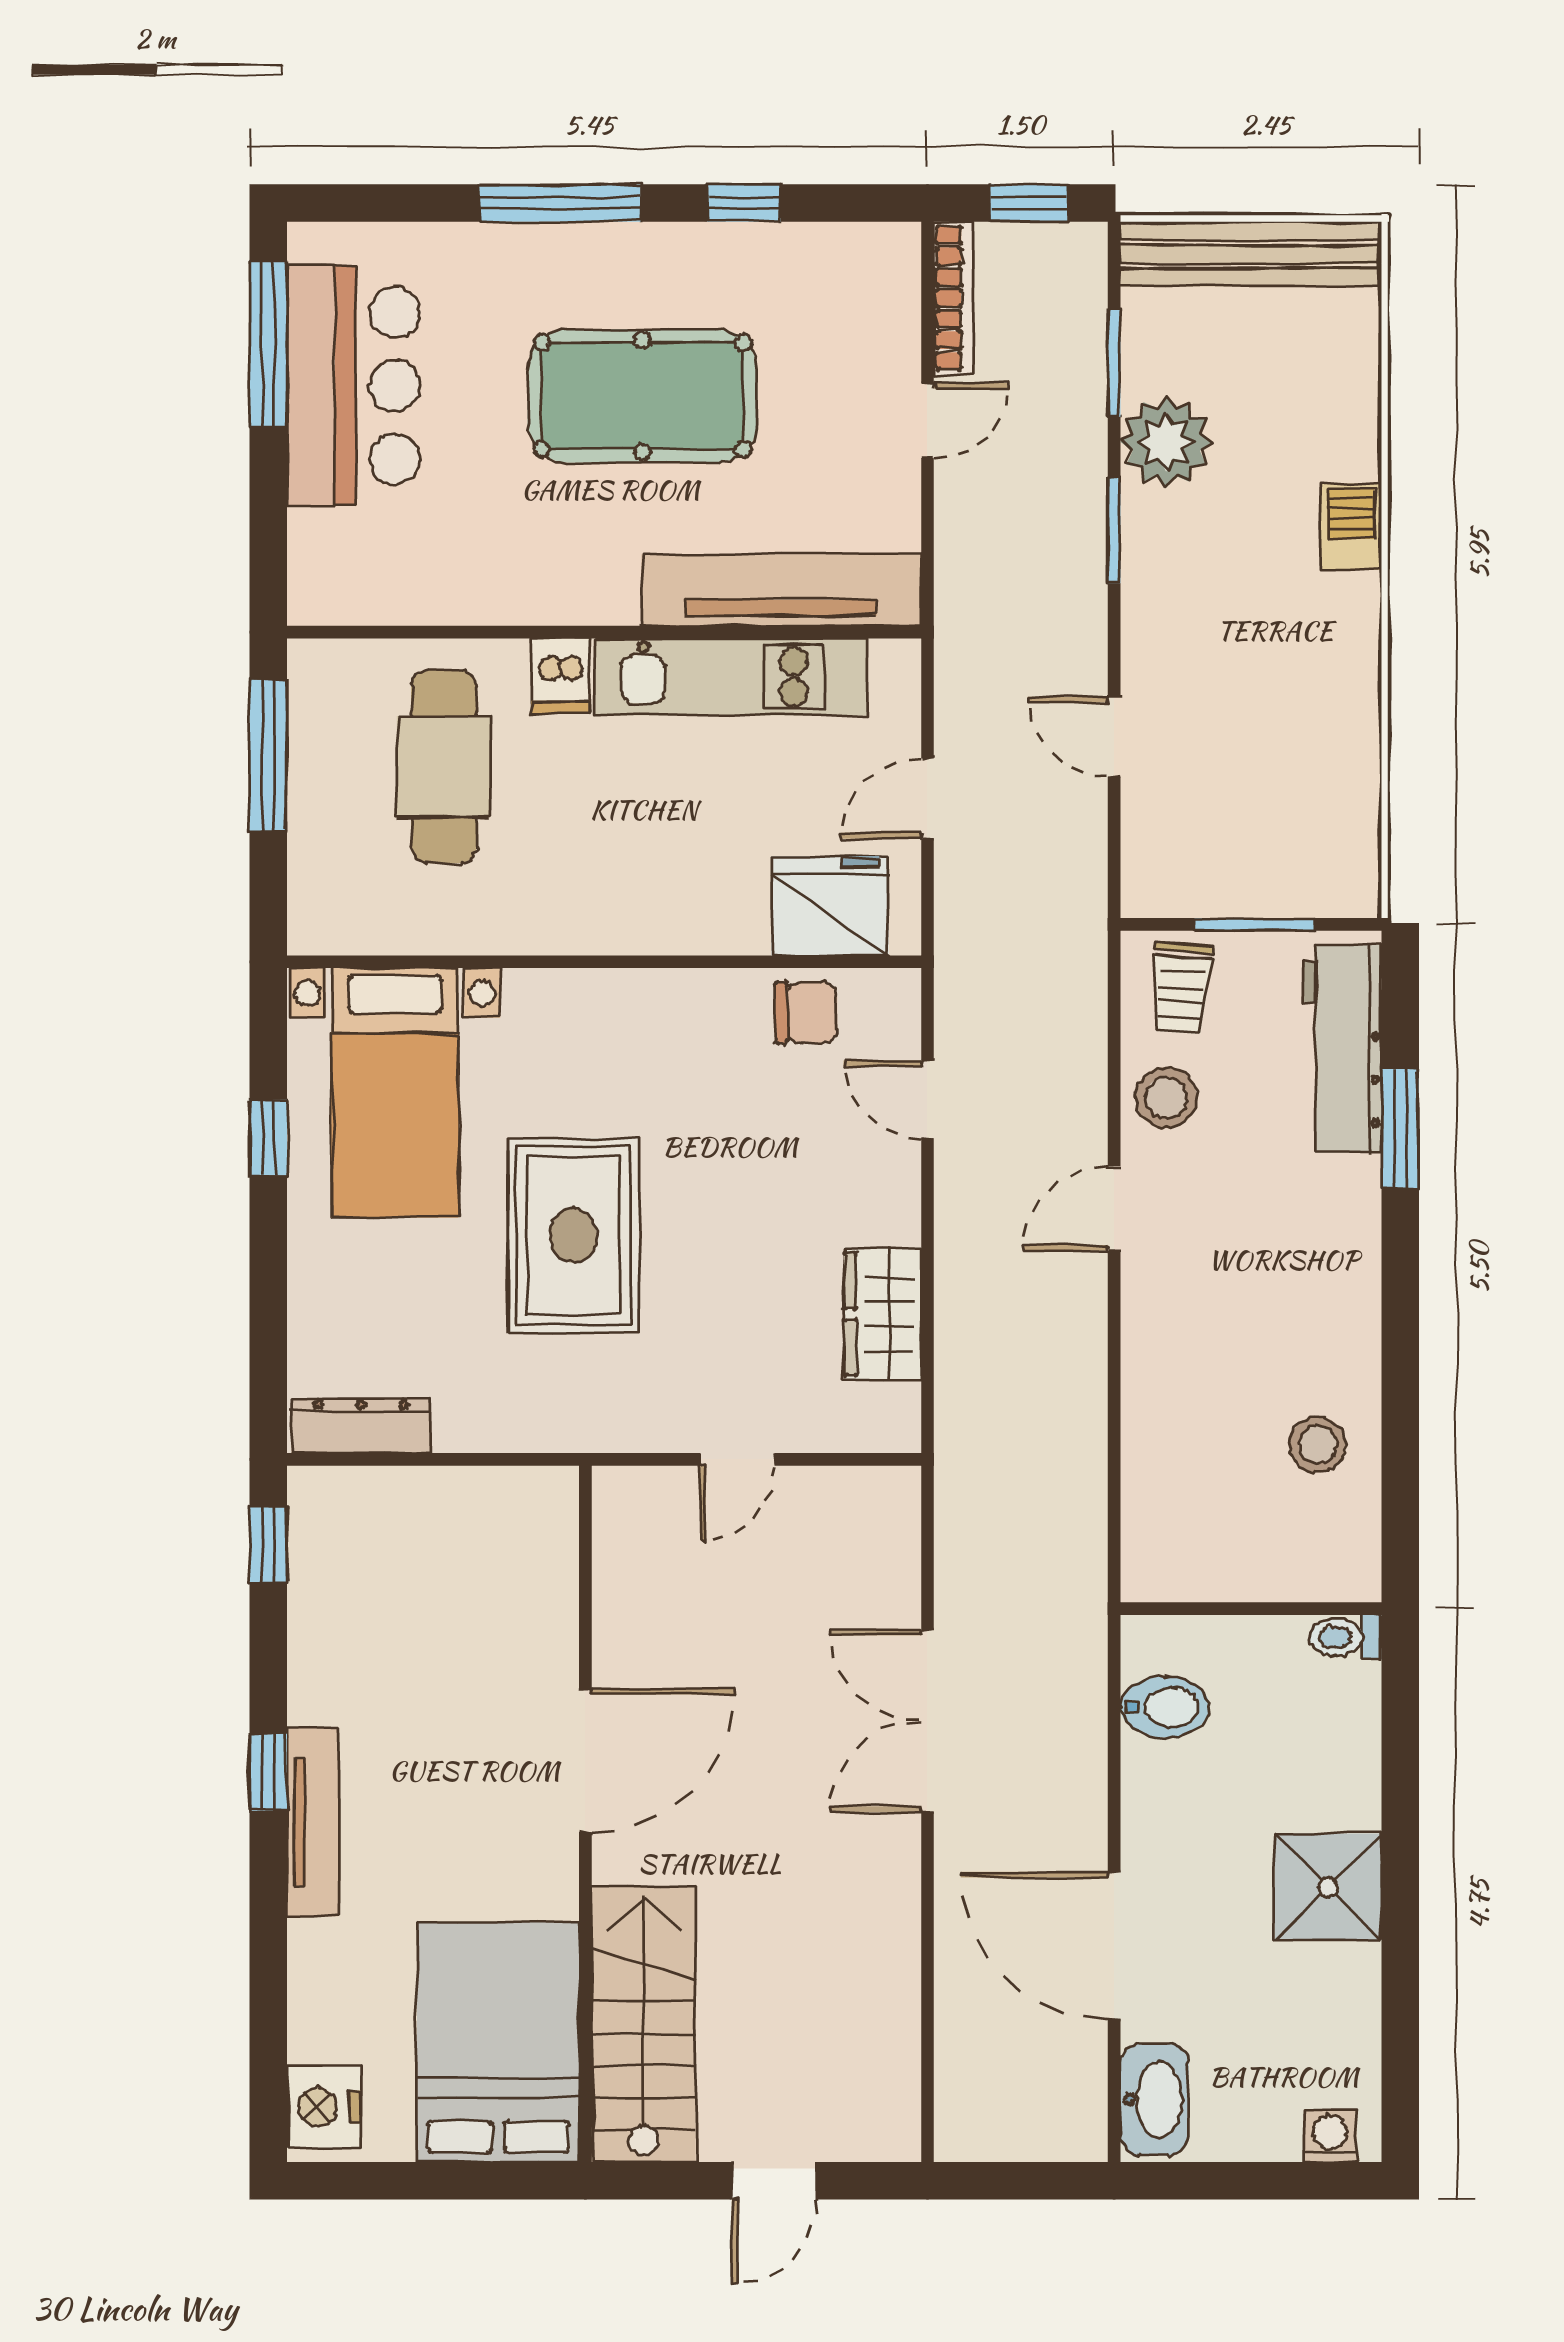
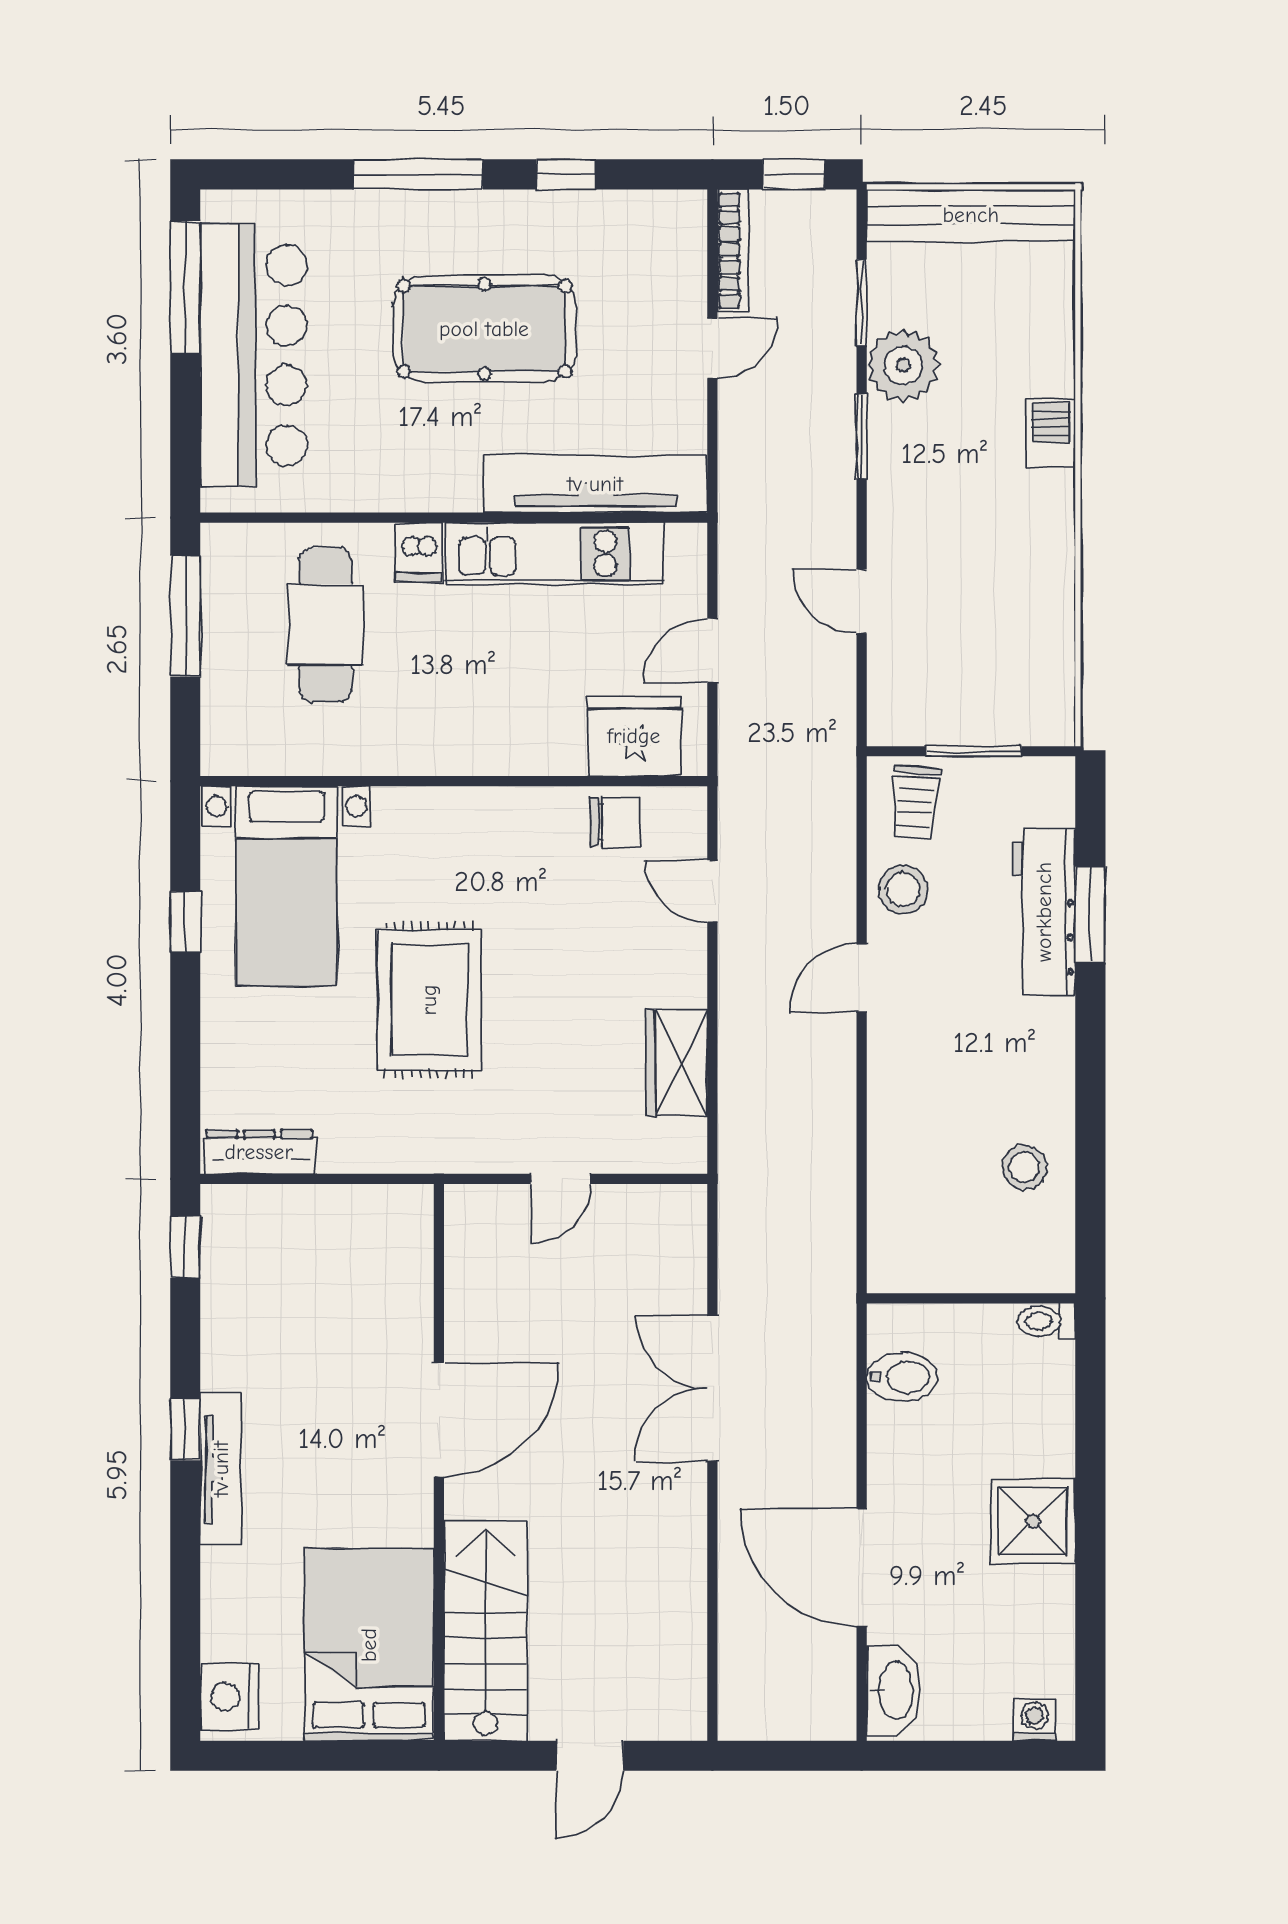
bar counter: (354, 386) -> (253, 355), width x1.36
workbench: (1342, 1048) -> (1044, 912), moved

